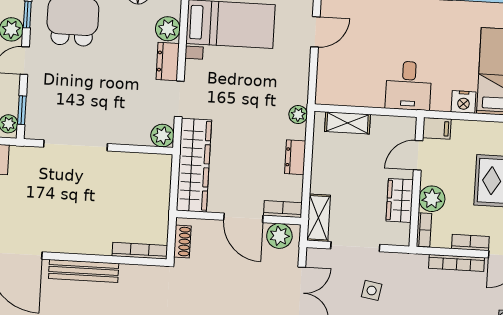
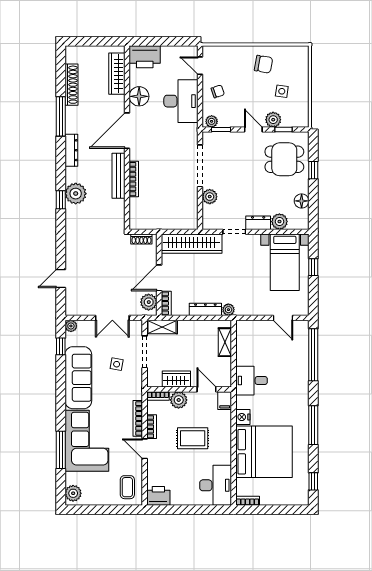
plant: (162, 136) -> (210, 197), moved
dresser: (295, 157) -> (205, 309), width x1.44
bookcase: (140, 251) -> (134, 179), moved

